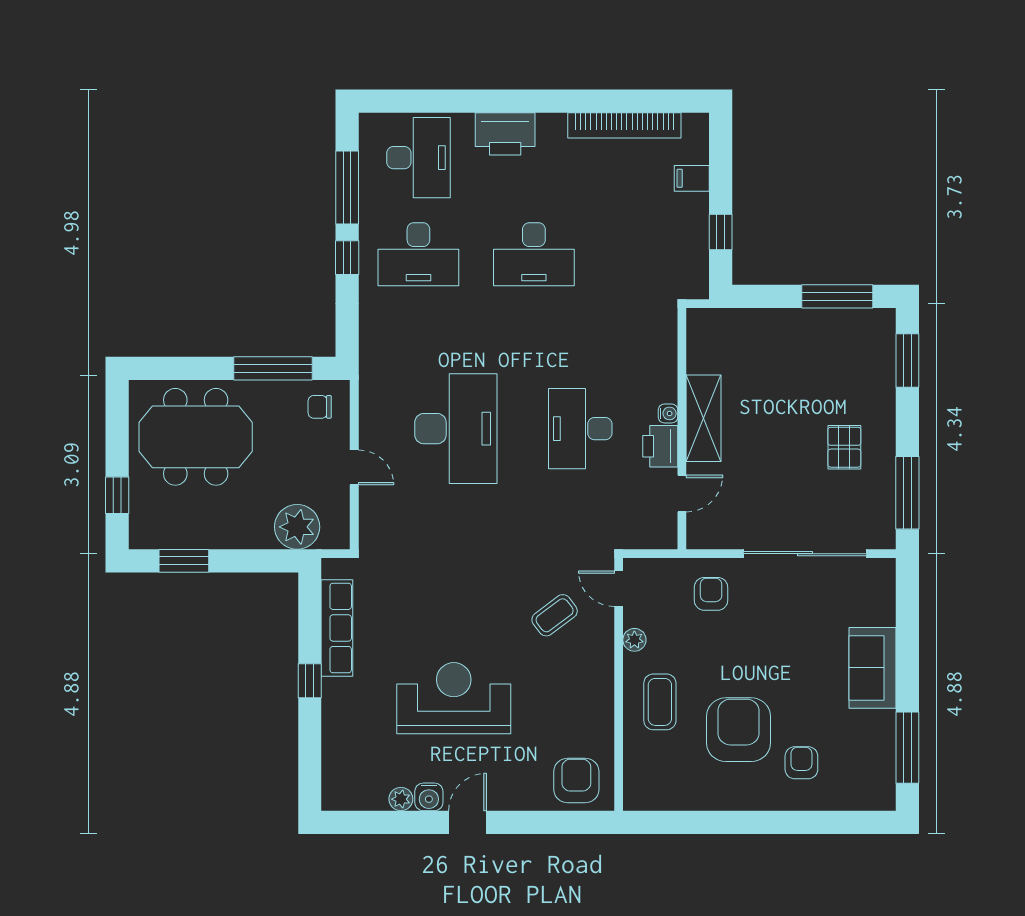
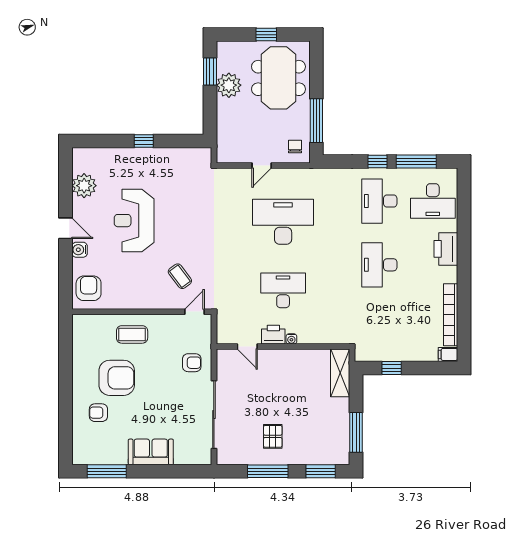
filing cabinet: (692, 178) -> (448, 354), moved, turned -90
shelving: (704, 418) -> (340, 373), moved, turned 90
desk: (456, 429) -> (283, 222), turned 180
pallet: (844, 447) -> (273, 436), turned 90
window: (907, 493) -> (268, 471), moved
window: (117, 495) -> (266, 35), moved
plant: (297, 527) -> (229, 85), moved
row of seats: (337, 628) -> (173, 156), removed
plant: (634, 640) -> (166, 320), removed
reception desk: (454, 698) -> (134, 221), turned 180
armchair: (801, 763) -> (98, 413), turned 180
armchair: (576, 781) -> (89, 288), turned -90
water cooler: (429, 797) -> (80, 250), moved
plant: (401, 799) -> (84, 186), width x1.88, depth x1.88

